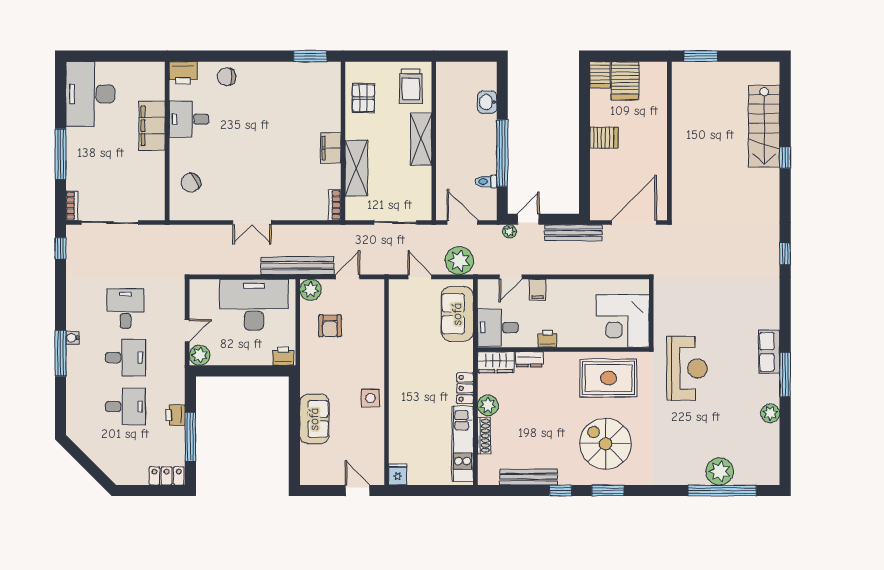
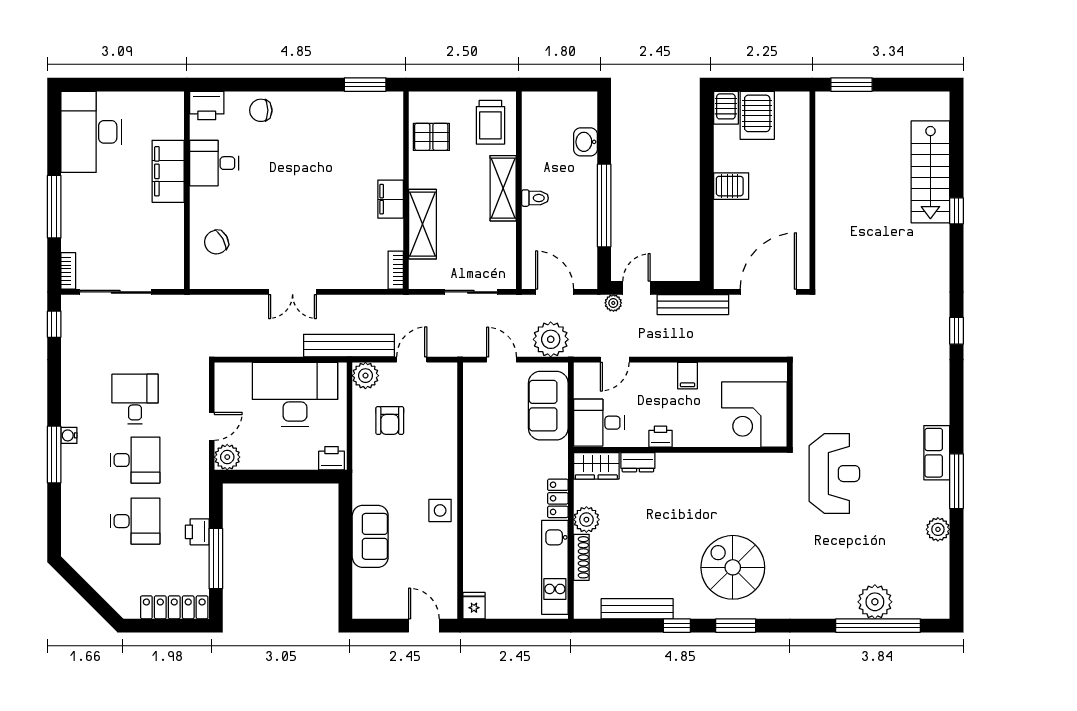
pallet: (363, 98) -> (431, 137), turned 90
toilet: (486, 182) -> (535, 198), moved, turned 180
filing cabinet: (538, 290) -> (687, 376), moved
rug: (608, 378) -> (737, 485), removed
locker: (167, 476) -> (174, 607), width x1.53

